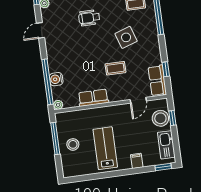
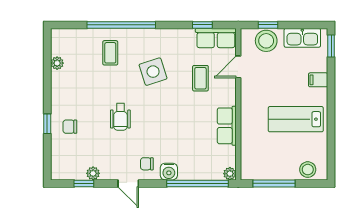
chair: (57, 42) -> (147, 164), added
coffee table: (115, 68) -> (200, 78), moved
water cooler: (56, 79) -> (169, 172), moved
door: (138, 100) -> (238, 67), swing flipped
stool: (73, 144) -> (308, 170), moved

